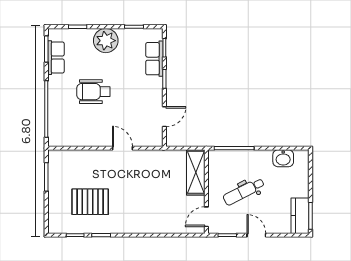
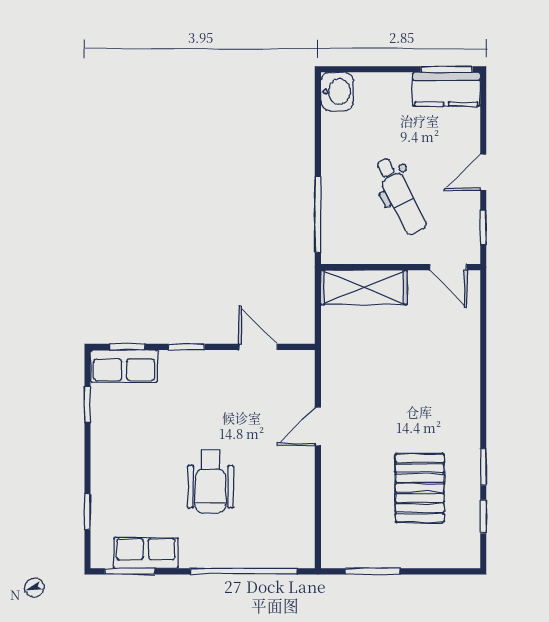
plant: (106, 41) -> (114, 458), removed
row of seats: (154, 59) -> (124, 366), moved
washbasin: (283, 158) -> (337, 92), moved

